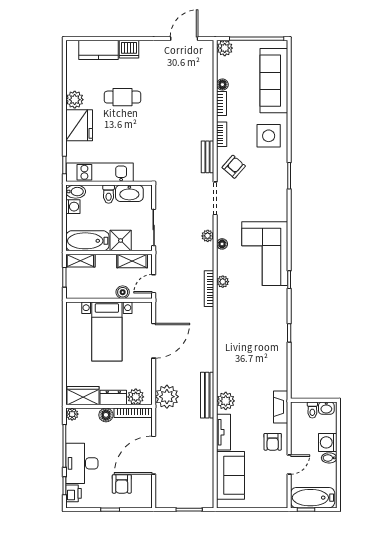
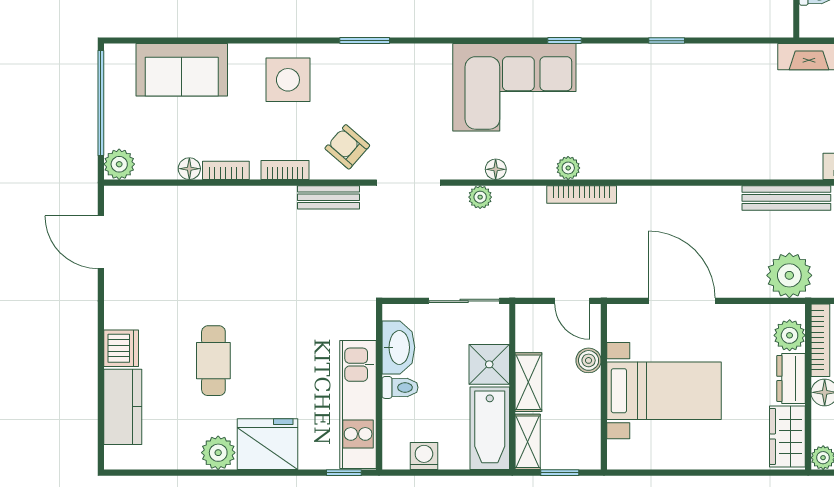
sofa: (274, 81) -> (182, 70), width x0.73
bidet: (76, 192) -> (395, 451), removed
shelving: (132, 261) -> (528, 382), moved
plant: (226, 401) -> (797, 162), removed

